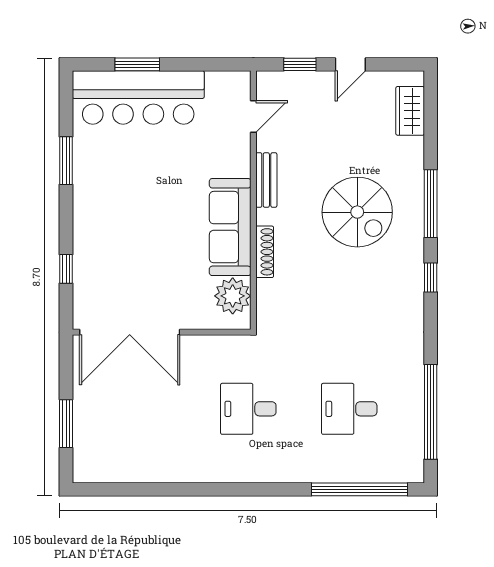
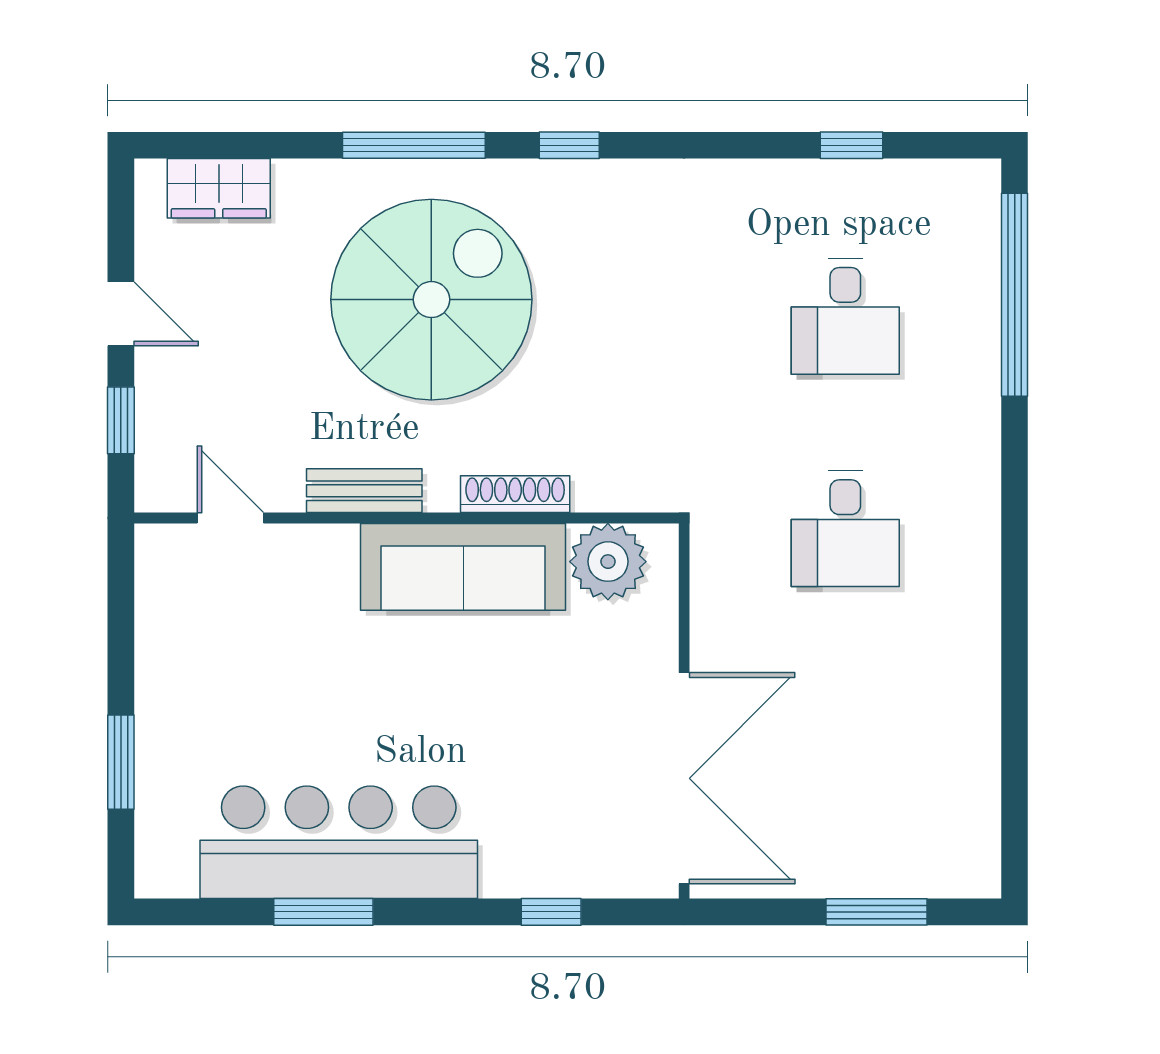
bar counter: (138, 97) -> (339, 842), moved, turned -90
spiral stairs: (357, 212) -> (431, 300), width x1.37, depth x1.37
window: (431, 412) -> (852, 145), width x0.32

